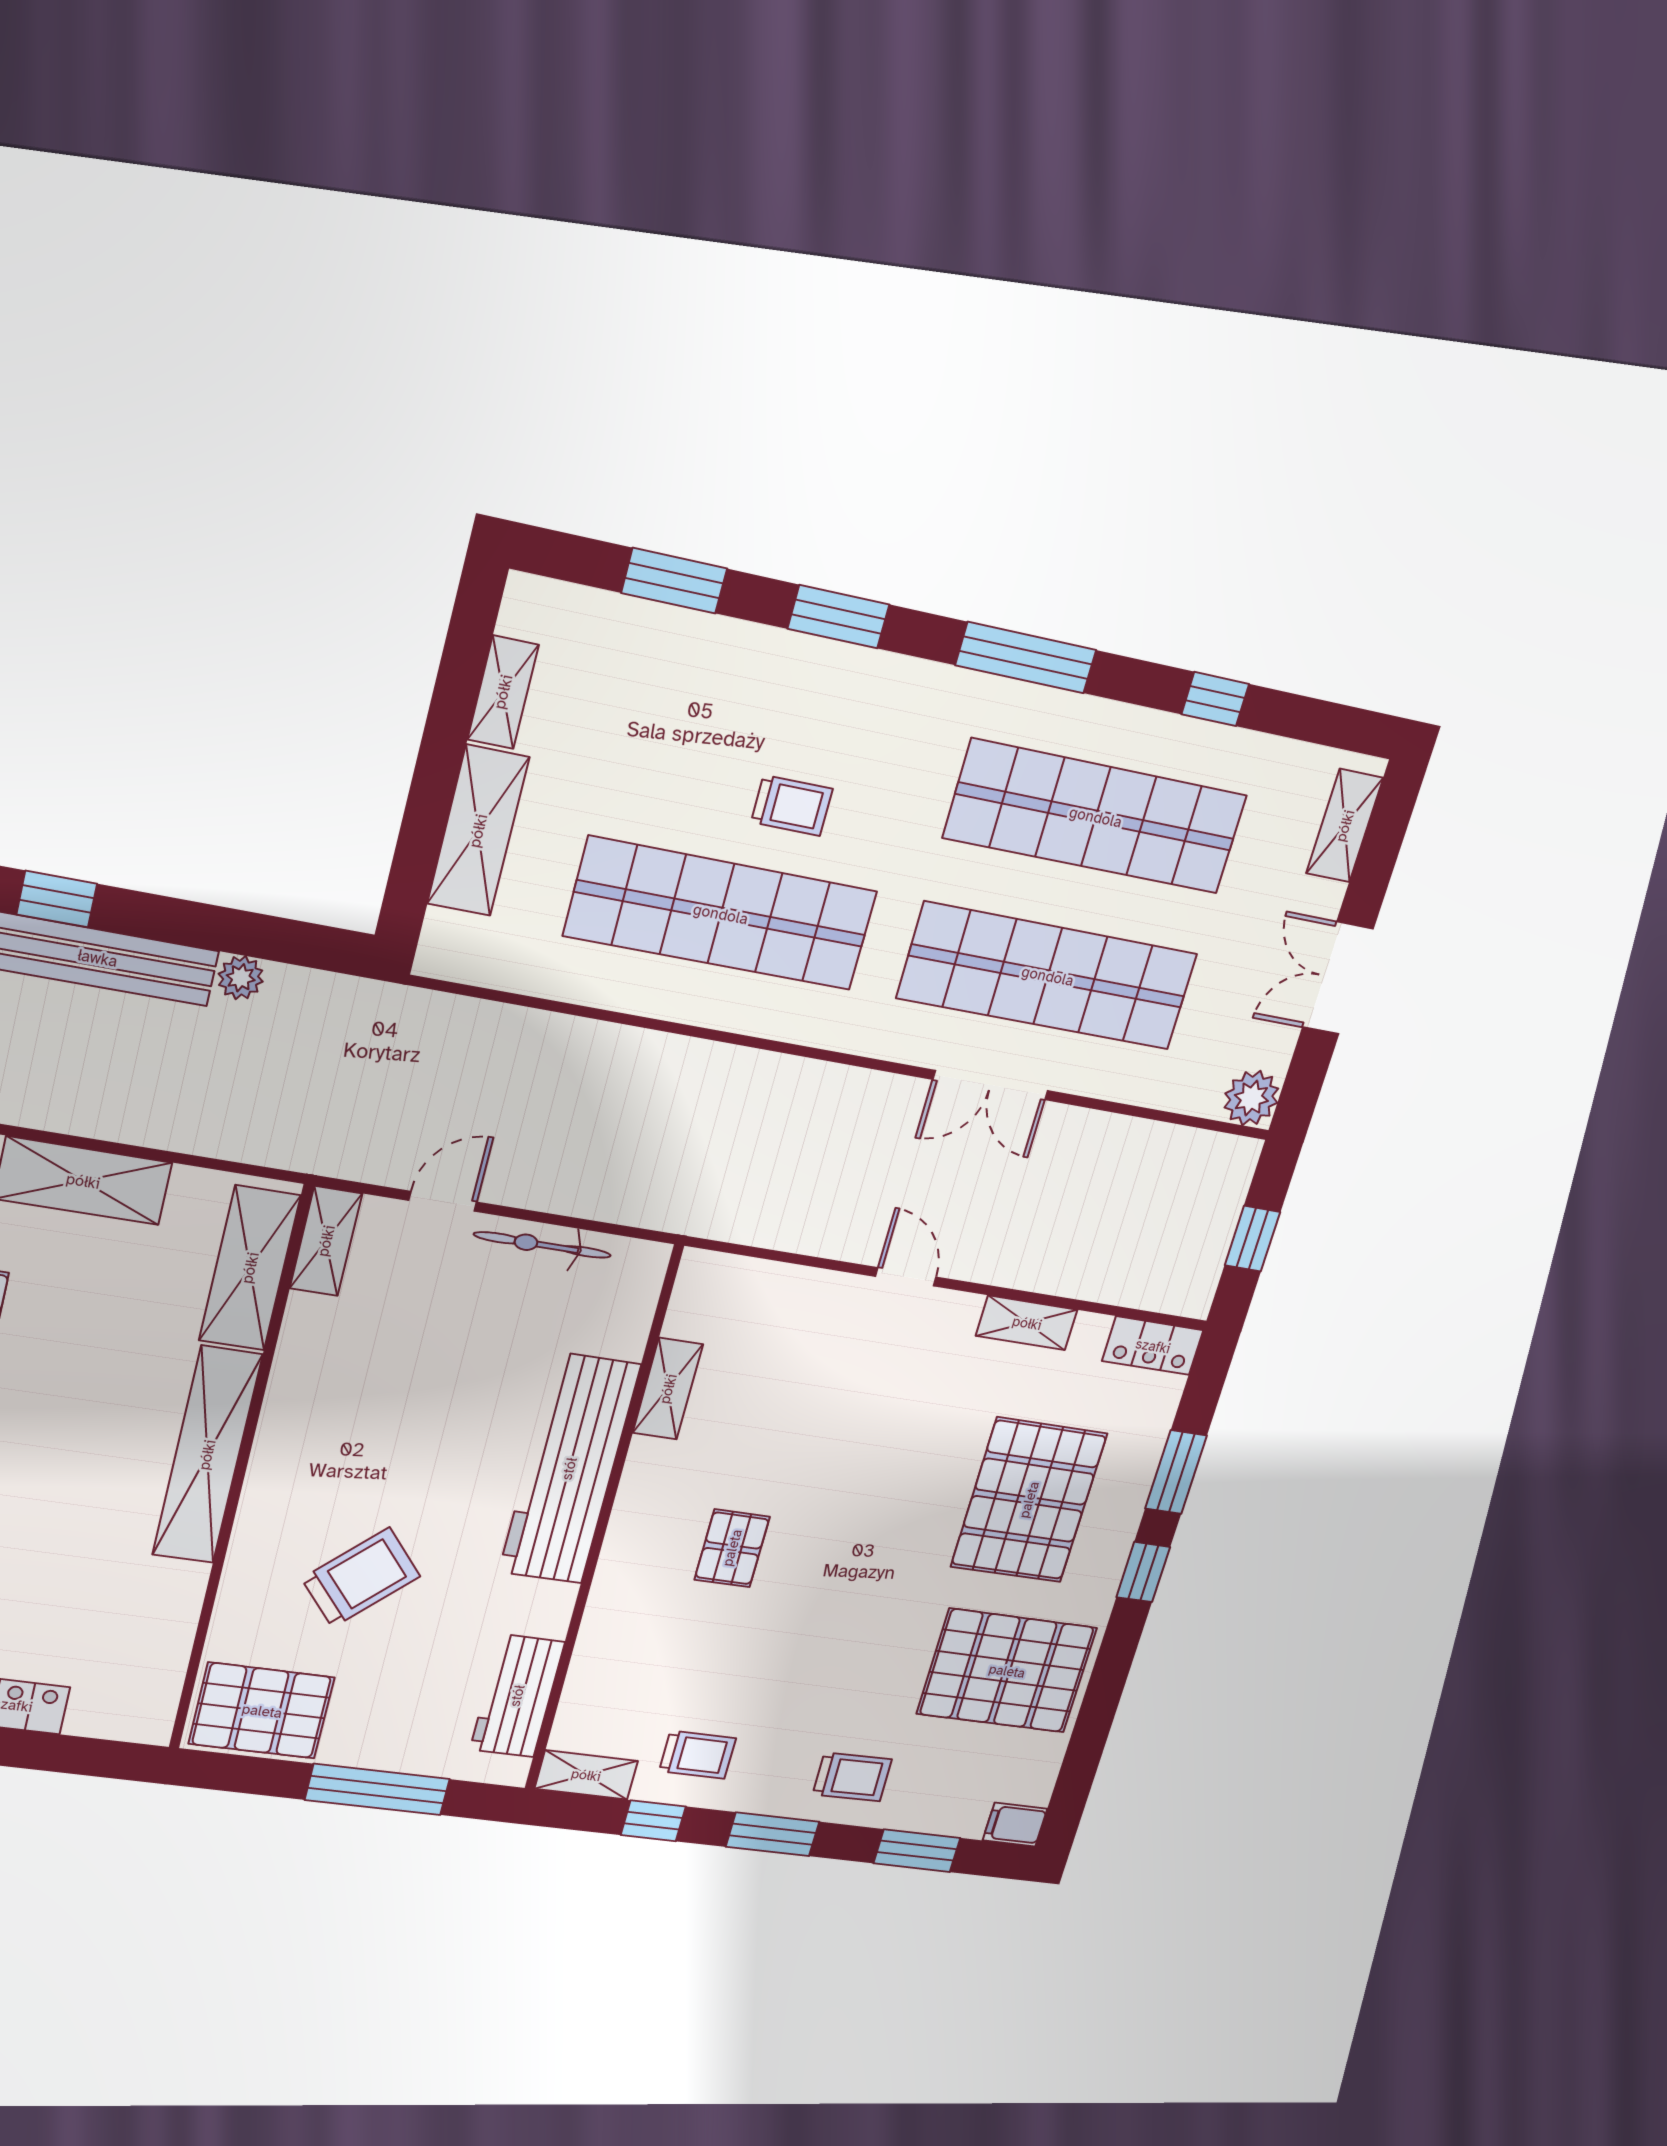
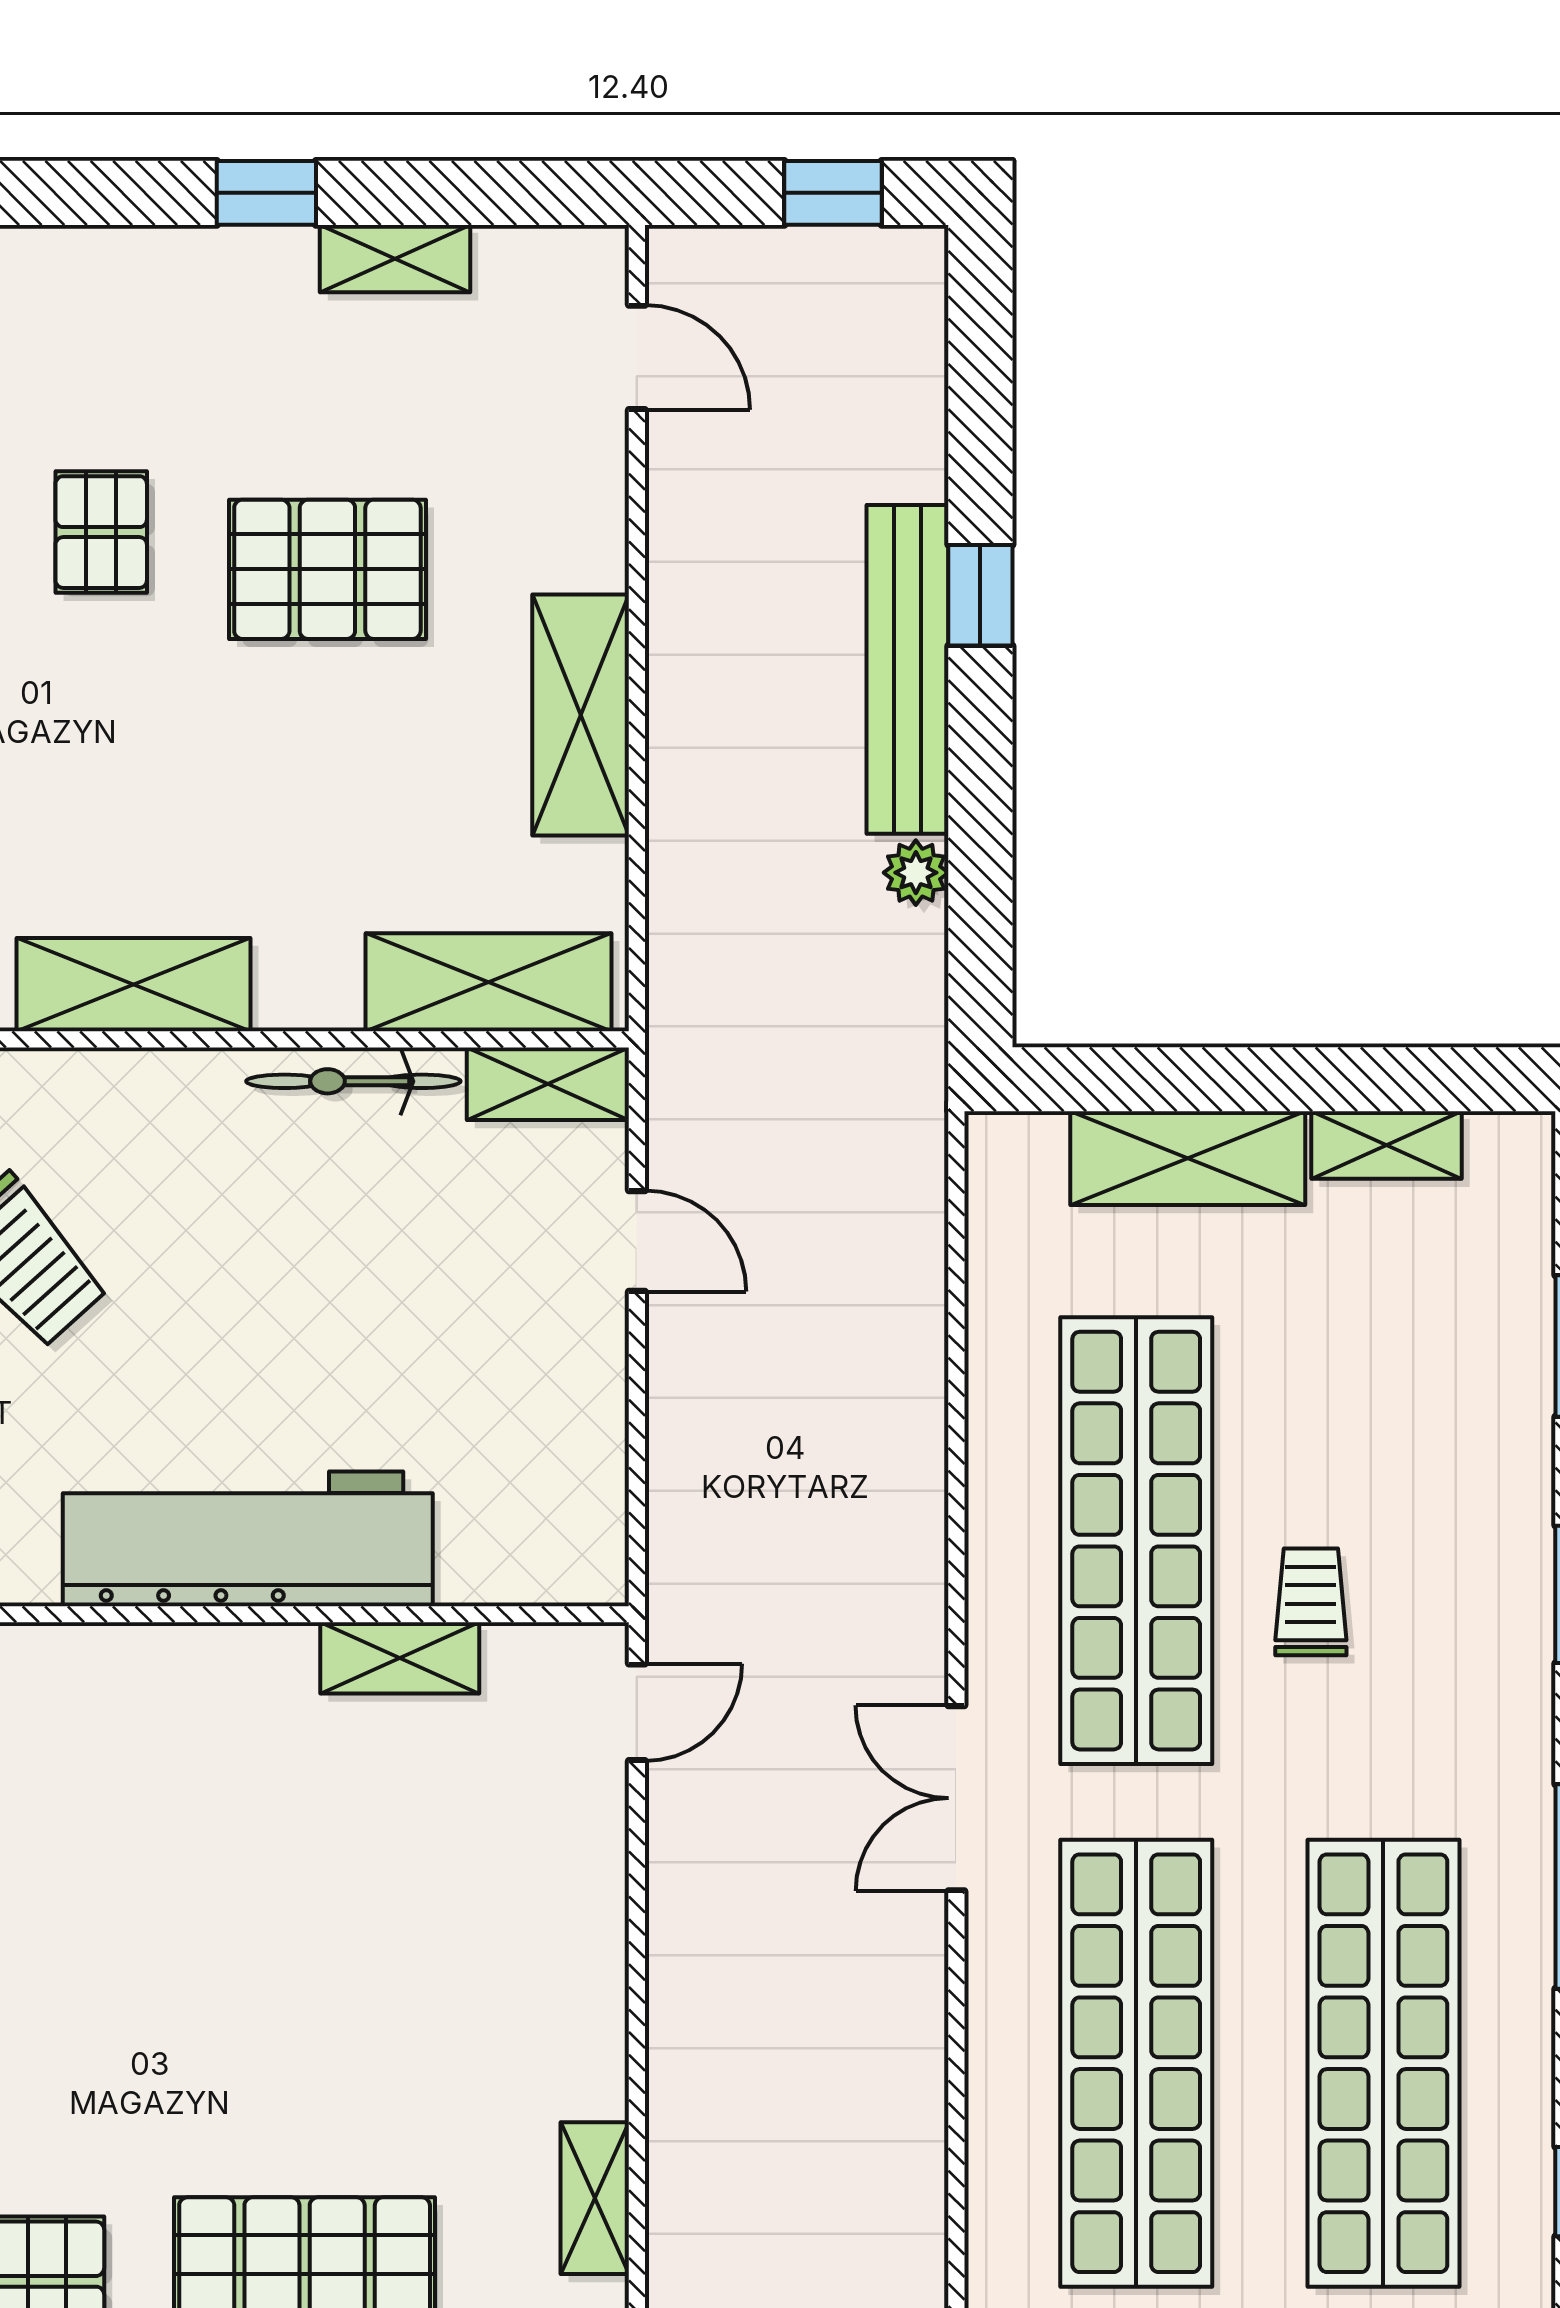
trolley: (792, 805) -> (1311, 1602), turned 180
double door: (990, 1085) -> (956, 1798), moved
bicycle: (542, 1245) -> (353, 1081), moved, turned -90
door: (906, 1277) -> (637, 1712), moved
shelving: (207, 1455) -> (134, 985), width x0.68
pallet: (732, 1548) -> (155, 1831), removed

